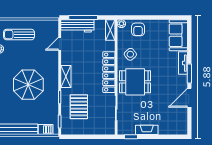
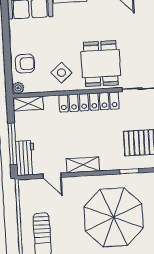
workbench: (77, 26) -> (25, 158), width x0.73
shelving: (66, 77) -> (83, 165), moved
parasol: (28, 85) -> (114, 217), width x1.36, depth x1.36

